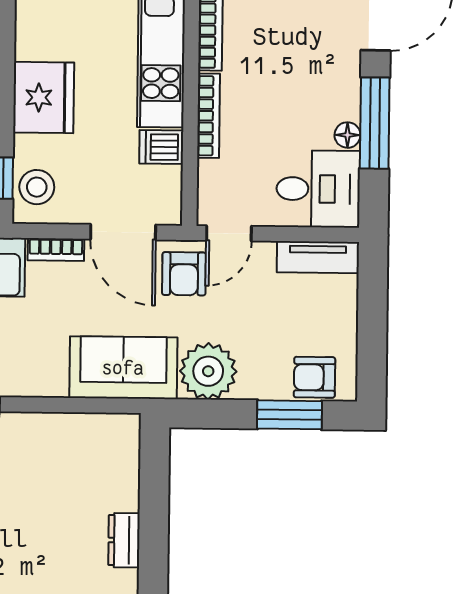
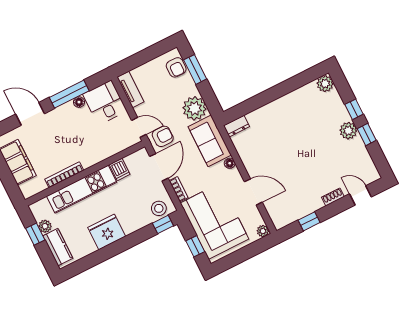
fridge: (44, 98) -> (107, 232), moved
bookcase: (208, 116) -> (99, 158), removed
floor lamp: (54, 385) -> (230, 163), added
dresser: (124, 540) -> (236, 126), moved

